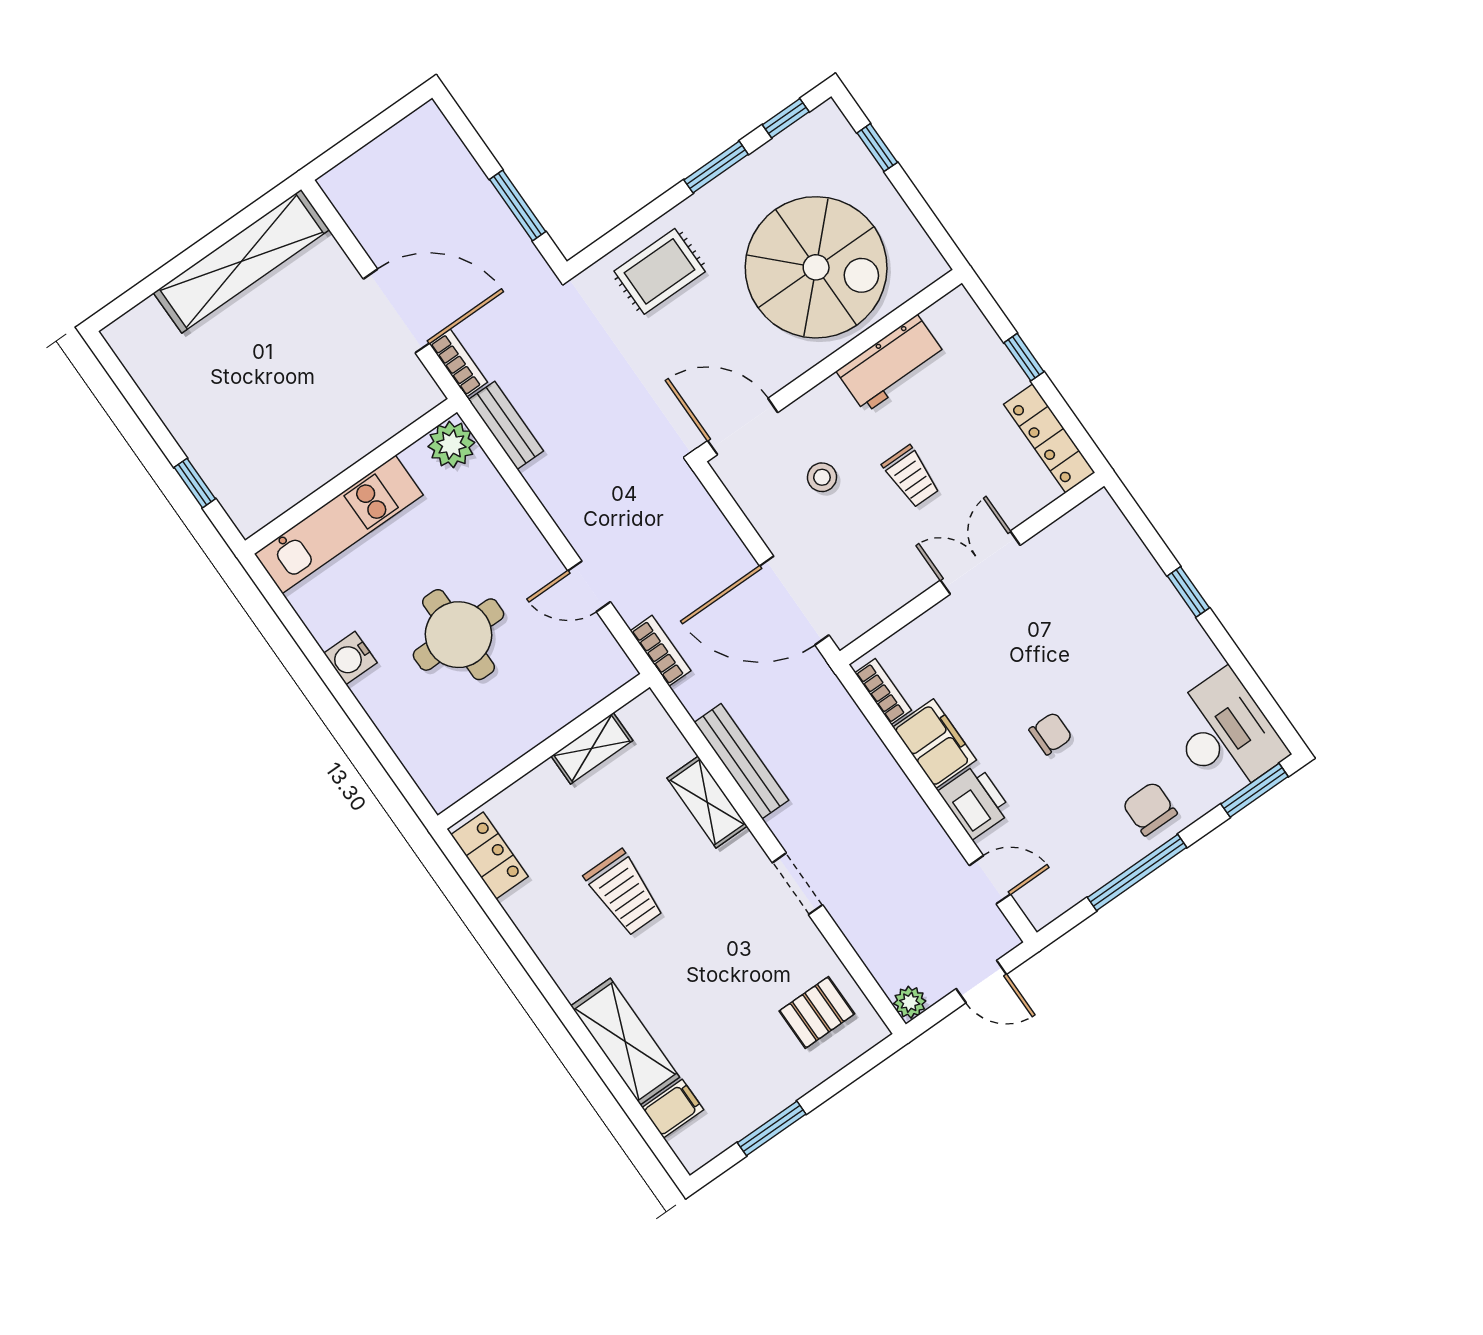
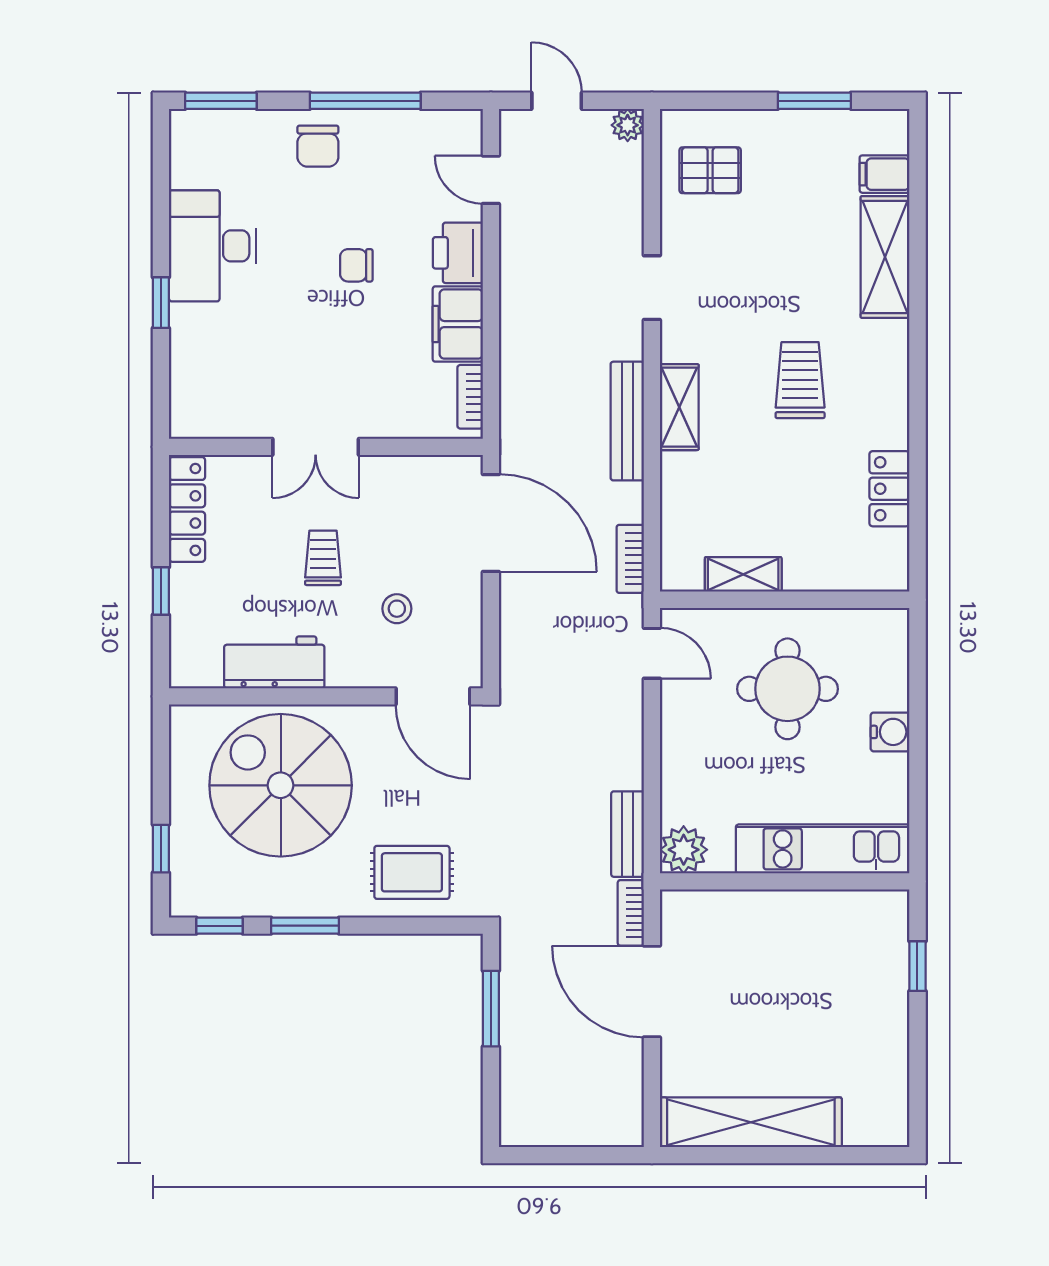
desk: (1225, 734) -> (213, 246), moved
shelving: (592, 748) -> (743, 574), moved
wall: (544, 751) -> (785, 600), moved

